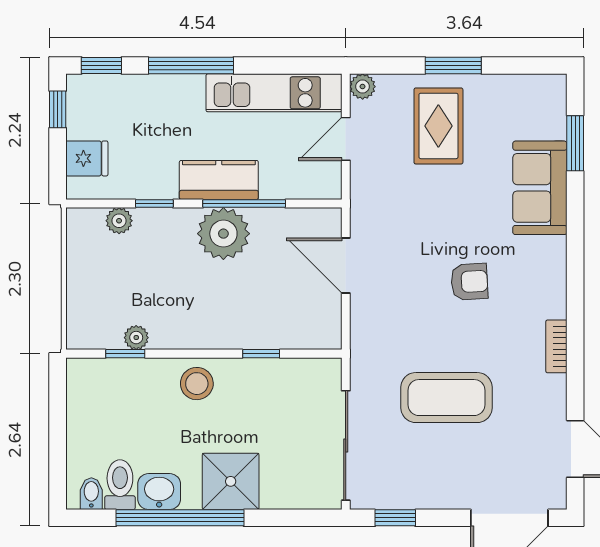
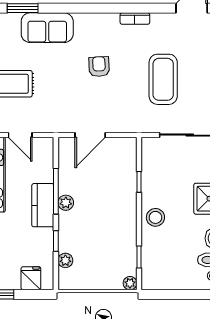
plant: (223, 234) -> (66, 203), width x0.53, depth x0.53
plant: (136, 338) -> (130, 283), moved

